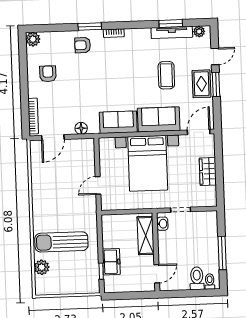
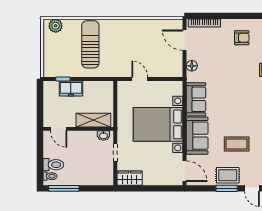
wardrobe: (208, 171) -> (130, 178), moved
window: (222, 253) -> (64, 188), moved
plant: (42, 267) -> (56, 26), moved

